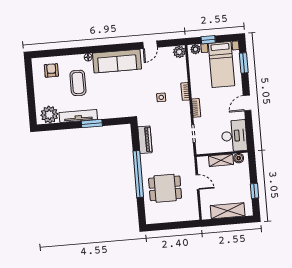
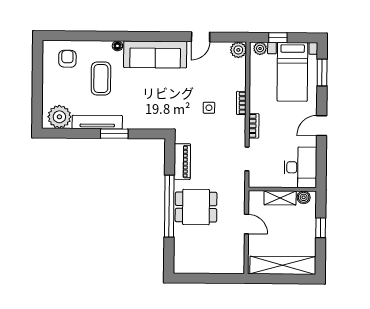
dining table: (165, 188) -> (196, 207), moved
window: (254, 191) -> (321, 228), moved
shelving: (228, 211) -> (283, 265), width x1.47

